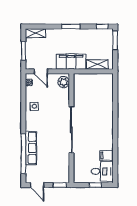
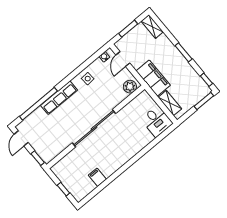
row of seats: (31, 148) -> (59, 98), moved
desk: (102, 171) -> (157, 121), moved

